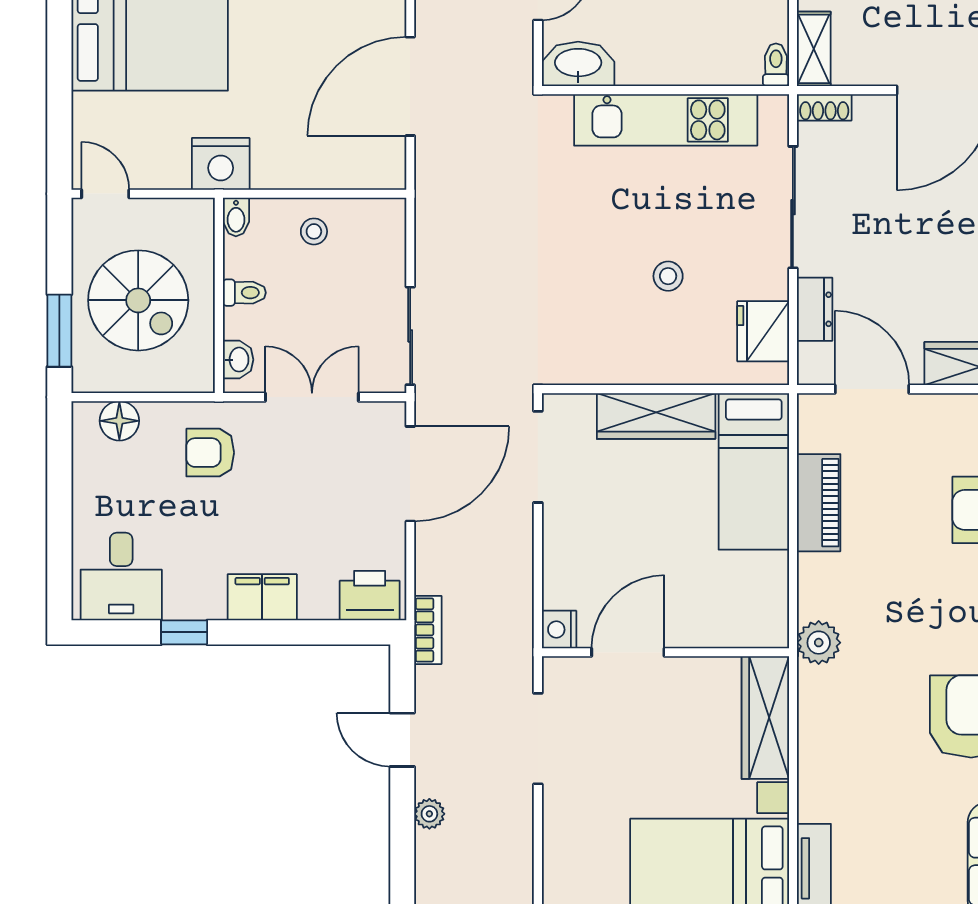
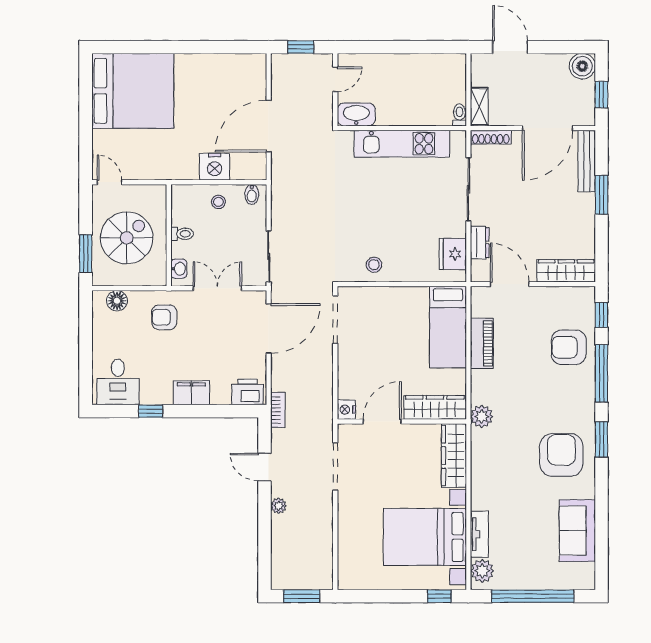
shoe rack: (824, 107) -> (491, 137), width x1.43
nightstand: (221, 164) -> (214, 167), moved
bidet: (236, 217) -> (252, 194), moved
stool: (668, 276) -> (374, 265), moved
spiral stairs: (138, 300) -> (127, 238), turned -90
wardrobe: (656, 416) -> (435, 407), moved, turned 180

